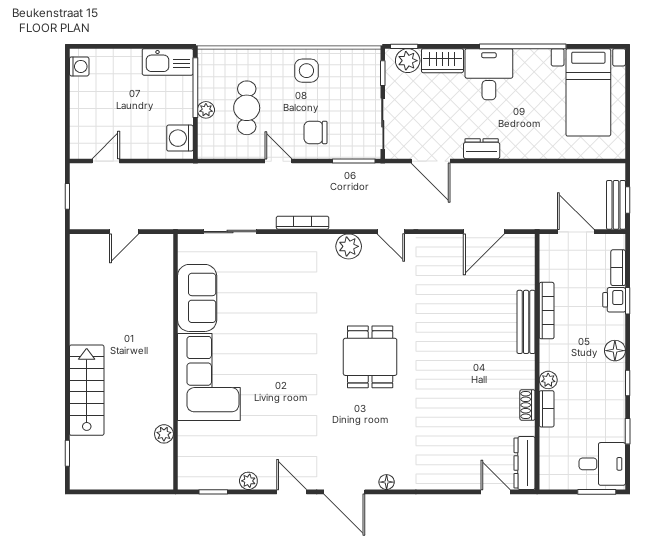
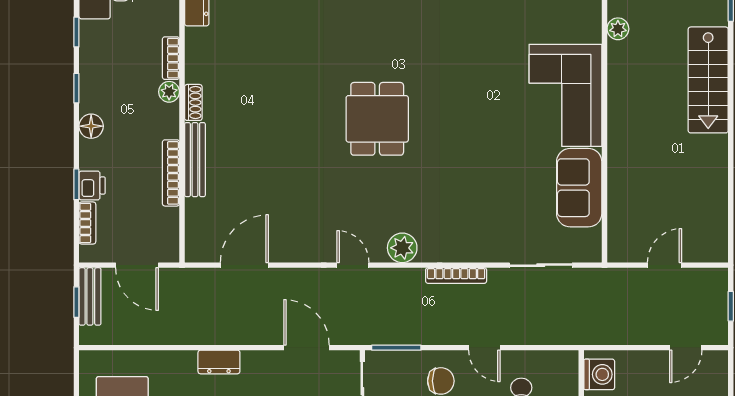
dresser: (482, 149) -> (219, 362), moved
shoe rack: (527, 405) -> (193, 102), moved

